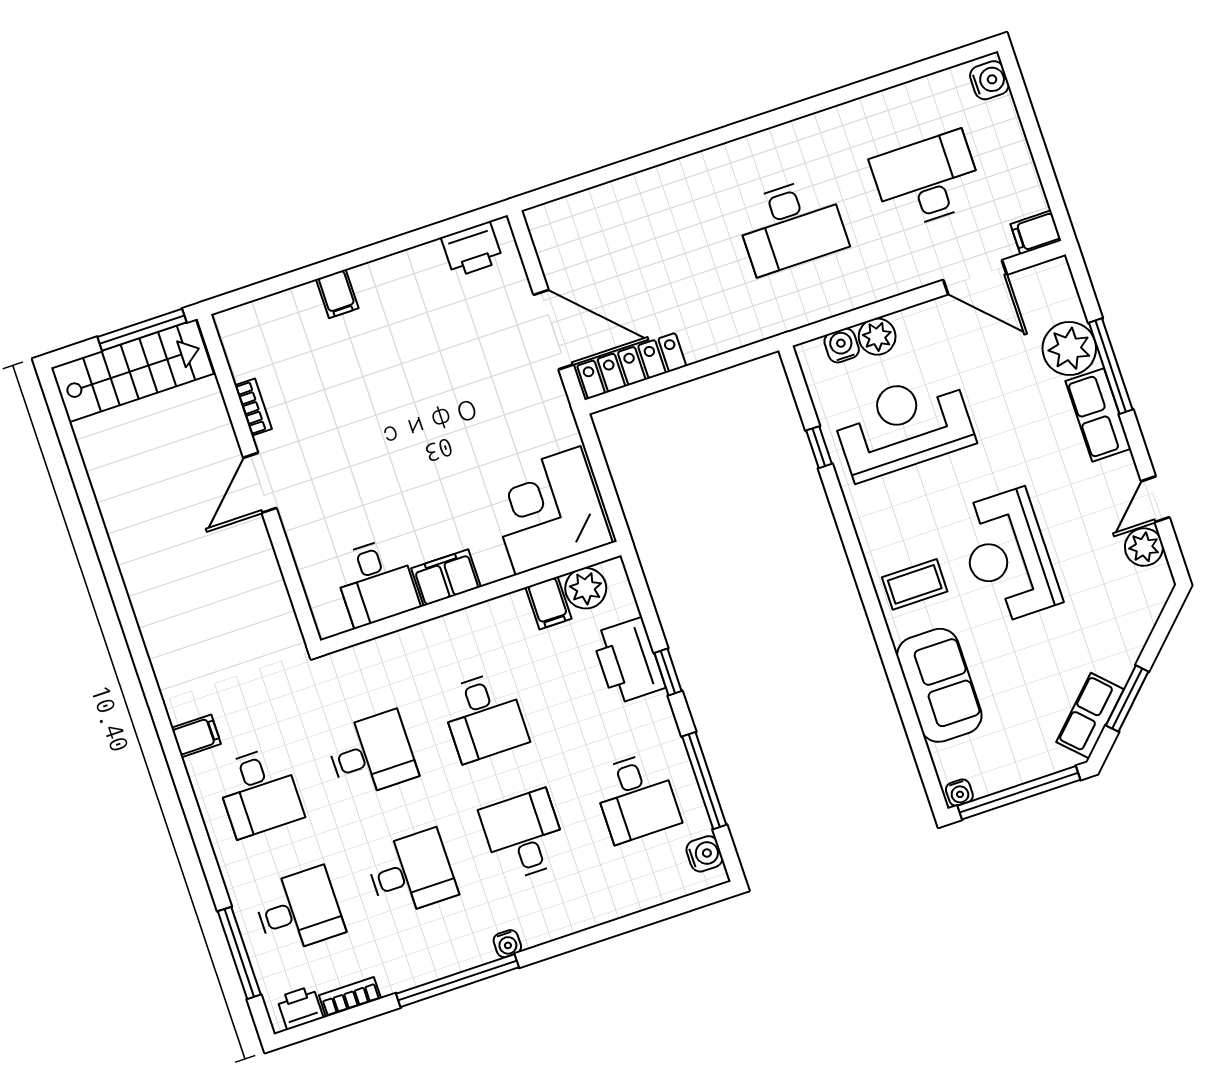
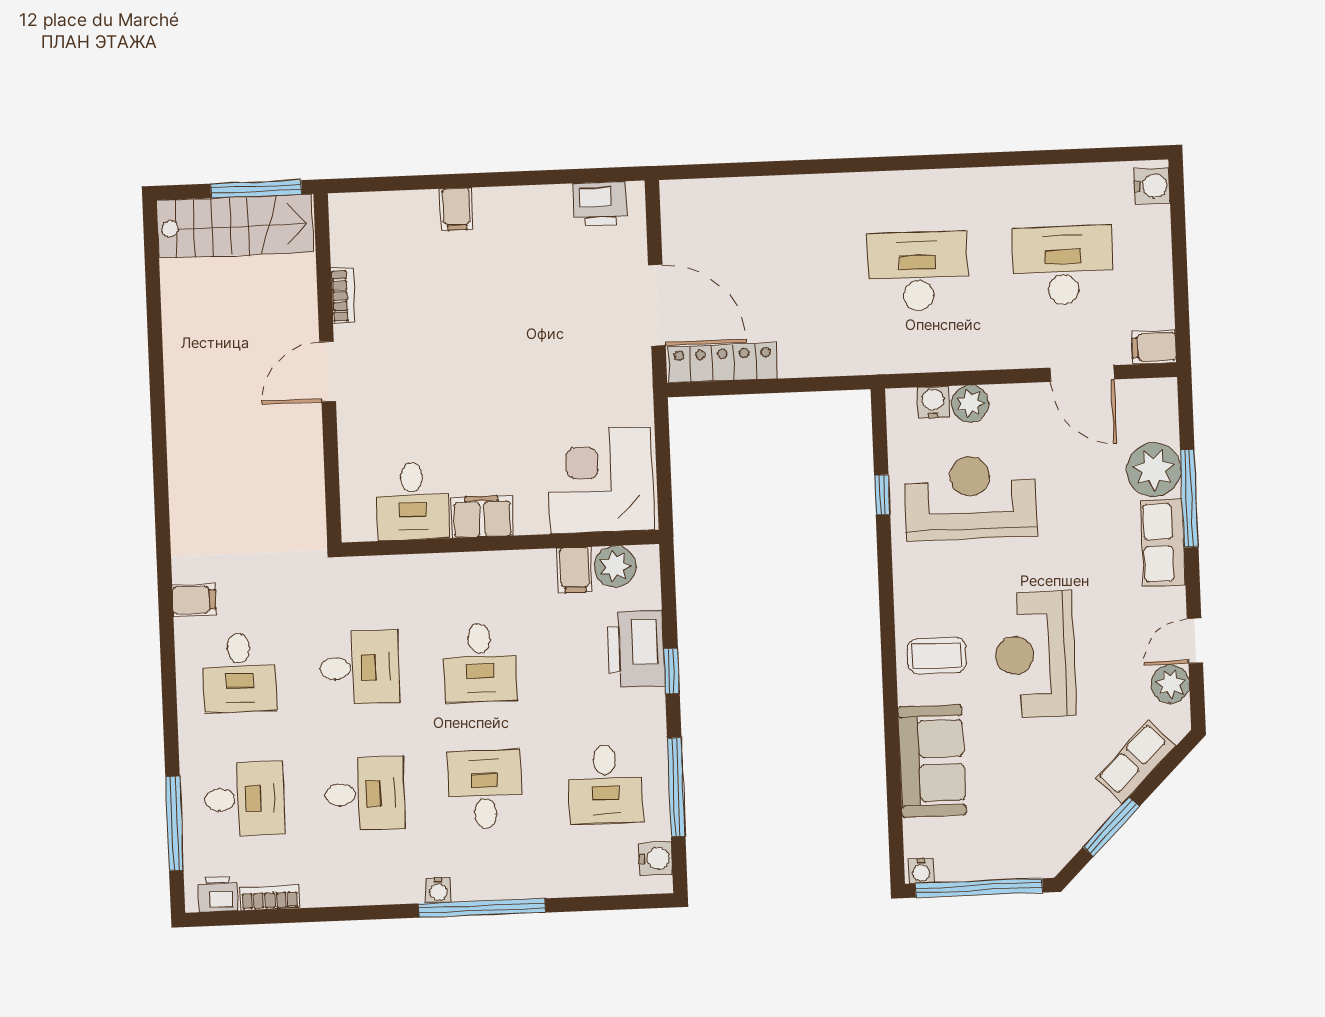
desk: (791, 226) -> (918, 271), turned 180
row of seats: (1090, 716) -> (1136, 762), moved
window: (458, 981) -> (482, 908), moved

